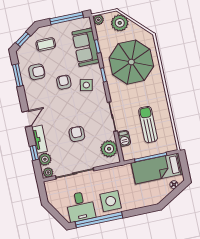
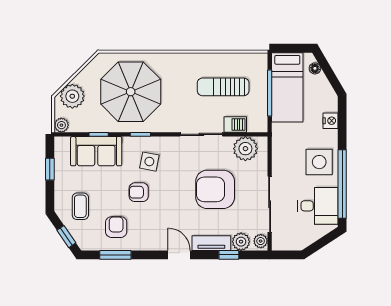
window: (67, 18) -> (50, 169), width x0.46
armchair: (77, 134) -> (215, 189), width x1.88, depth x1.88
nightstand: (140, 203) -> (330, 121), added

